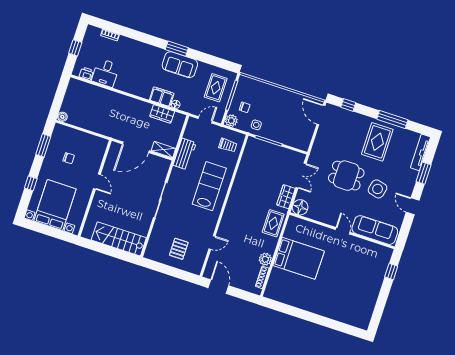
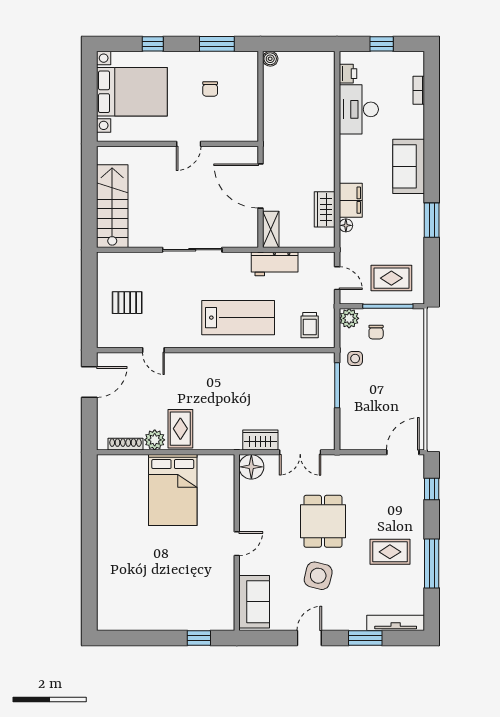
window: (177, 49) -> (432, 220), moved
sofa: (180, 65) -> (409, 166), moved
desk: (106, 73) -> (359, 109), width x1.37
rug: (377, 142) -> (390, 552), width x0.73, depth x0.70
rug: (273, 223) -> (180, 429), moved, turned 90
sofa: (375, 230) -> (254, 602), width x0.73

